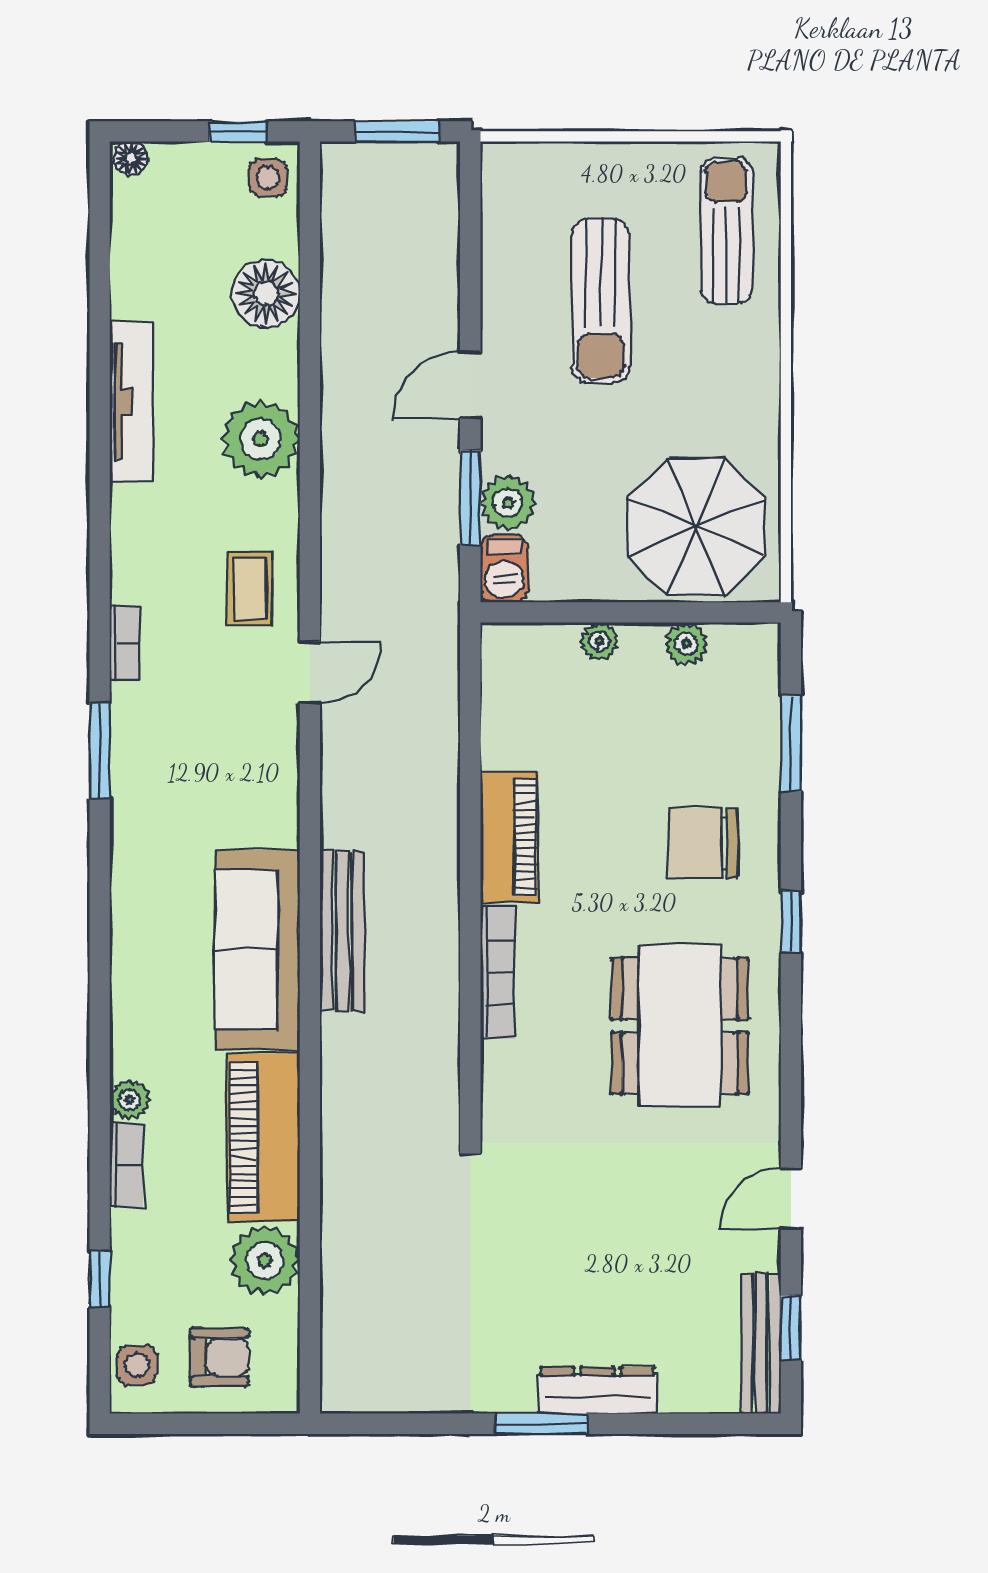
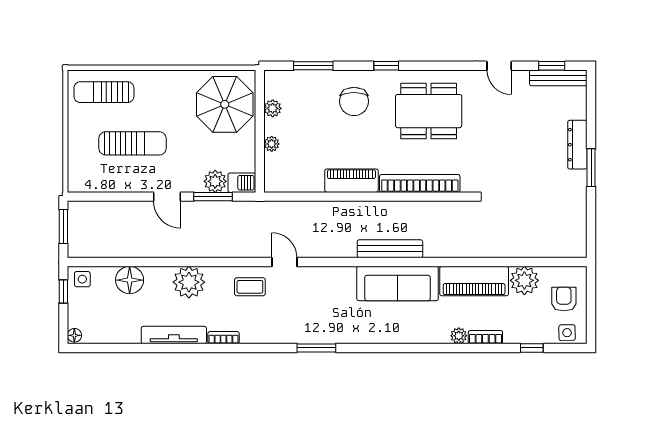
bookcase: (125, 643) -> (223, 338), moved
bookcase: (497, 972) -> (420, 183), width x1.48, depth x1.31

